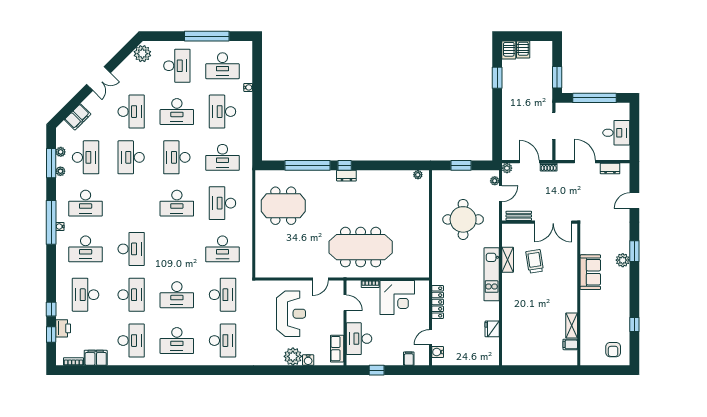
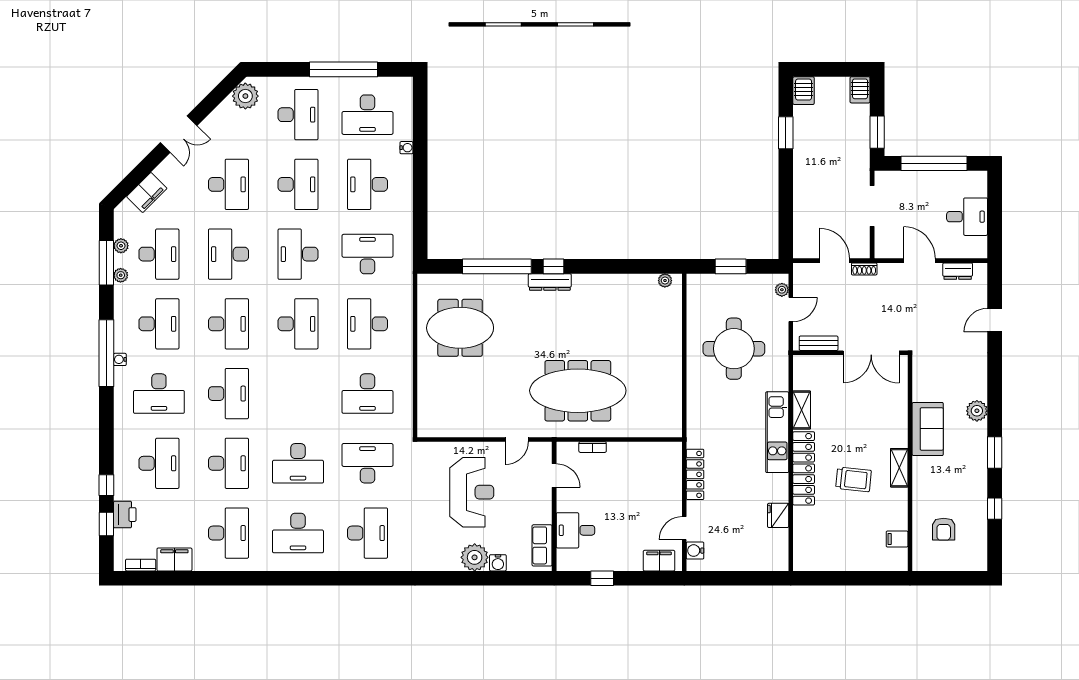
server rack: (523, 49) -> (860, 90), moved
desk: (177, 112) -> (298, 184), turned -90
desk: (223, 157) -> (368, 254), turned 180
plant: (507, 168) -> (801, 271), removed
dresser: (346, 176) -> (550, 282), width x1.44
desk: (86, 203) -> (159, 324), turned -90
desk: (131, 203) -> (228, 324), added
desk: (177, 203) -> (298, 324), turned -90
window: (634, 251) -> (995, 452), moved
trolley: (535, 261) -> (854, 479), moved, turned 105
desk: (86, 295) -> (159, 463), turned 180
desk: (223, 295) -> (368, 463), turned -90
corner desk: (397, 298) -> (634, 468), removed
locker: (509, 298) -> (804, 468), added
shelving: (572, 325) -> (899, 468), moved
desk: (359, 339) -> (575, 530), width x0.73
armchair: (613, 350) -> (944, 529), moved
filing cabinet: (409, 359) -> (659, 561), width x2.00

